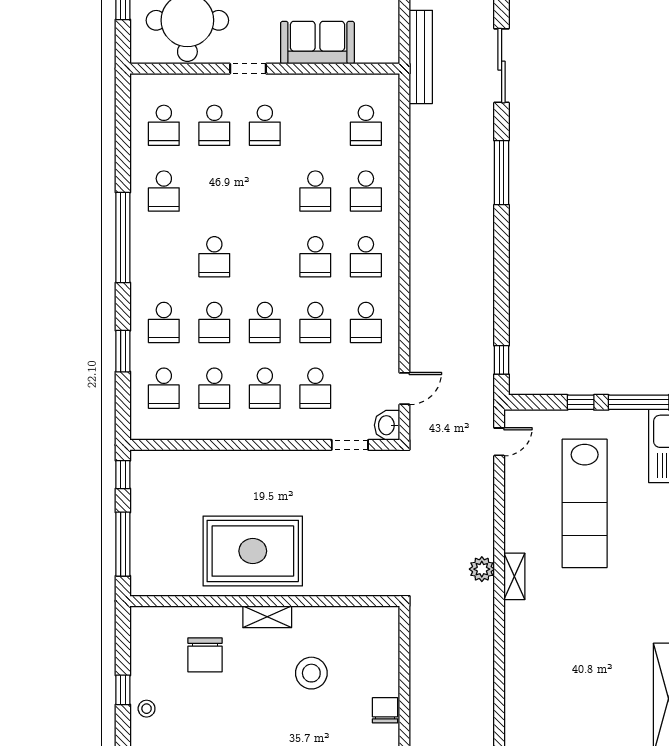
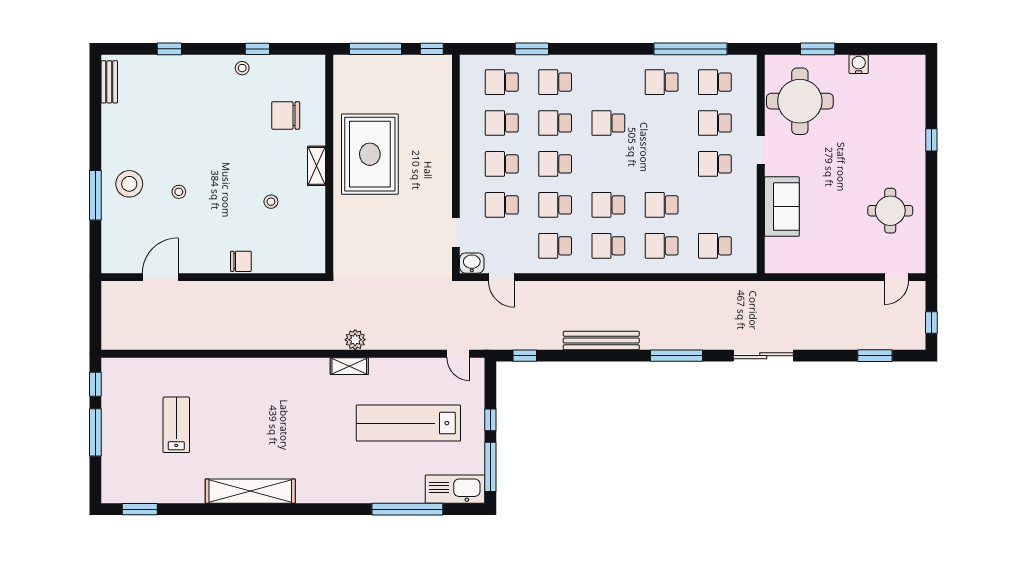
bench: (421, 57) -> (601, 341), moved
window: (123, 238) -> (691, 49), moved
stool: (311, 673) -> (271, 202), width x0.53, depth x0.53

